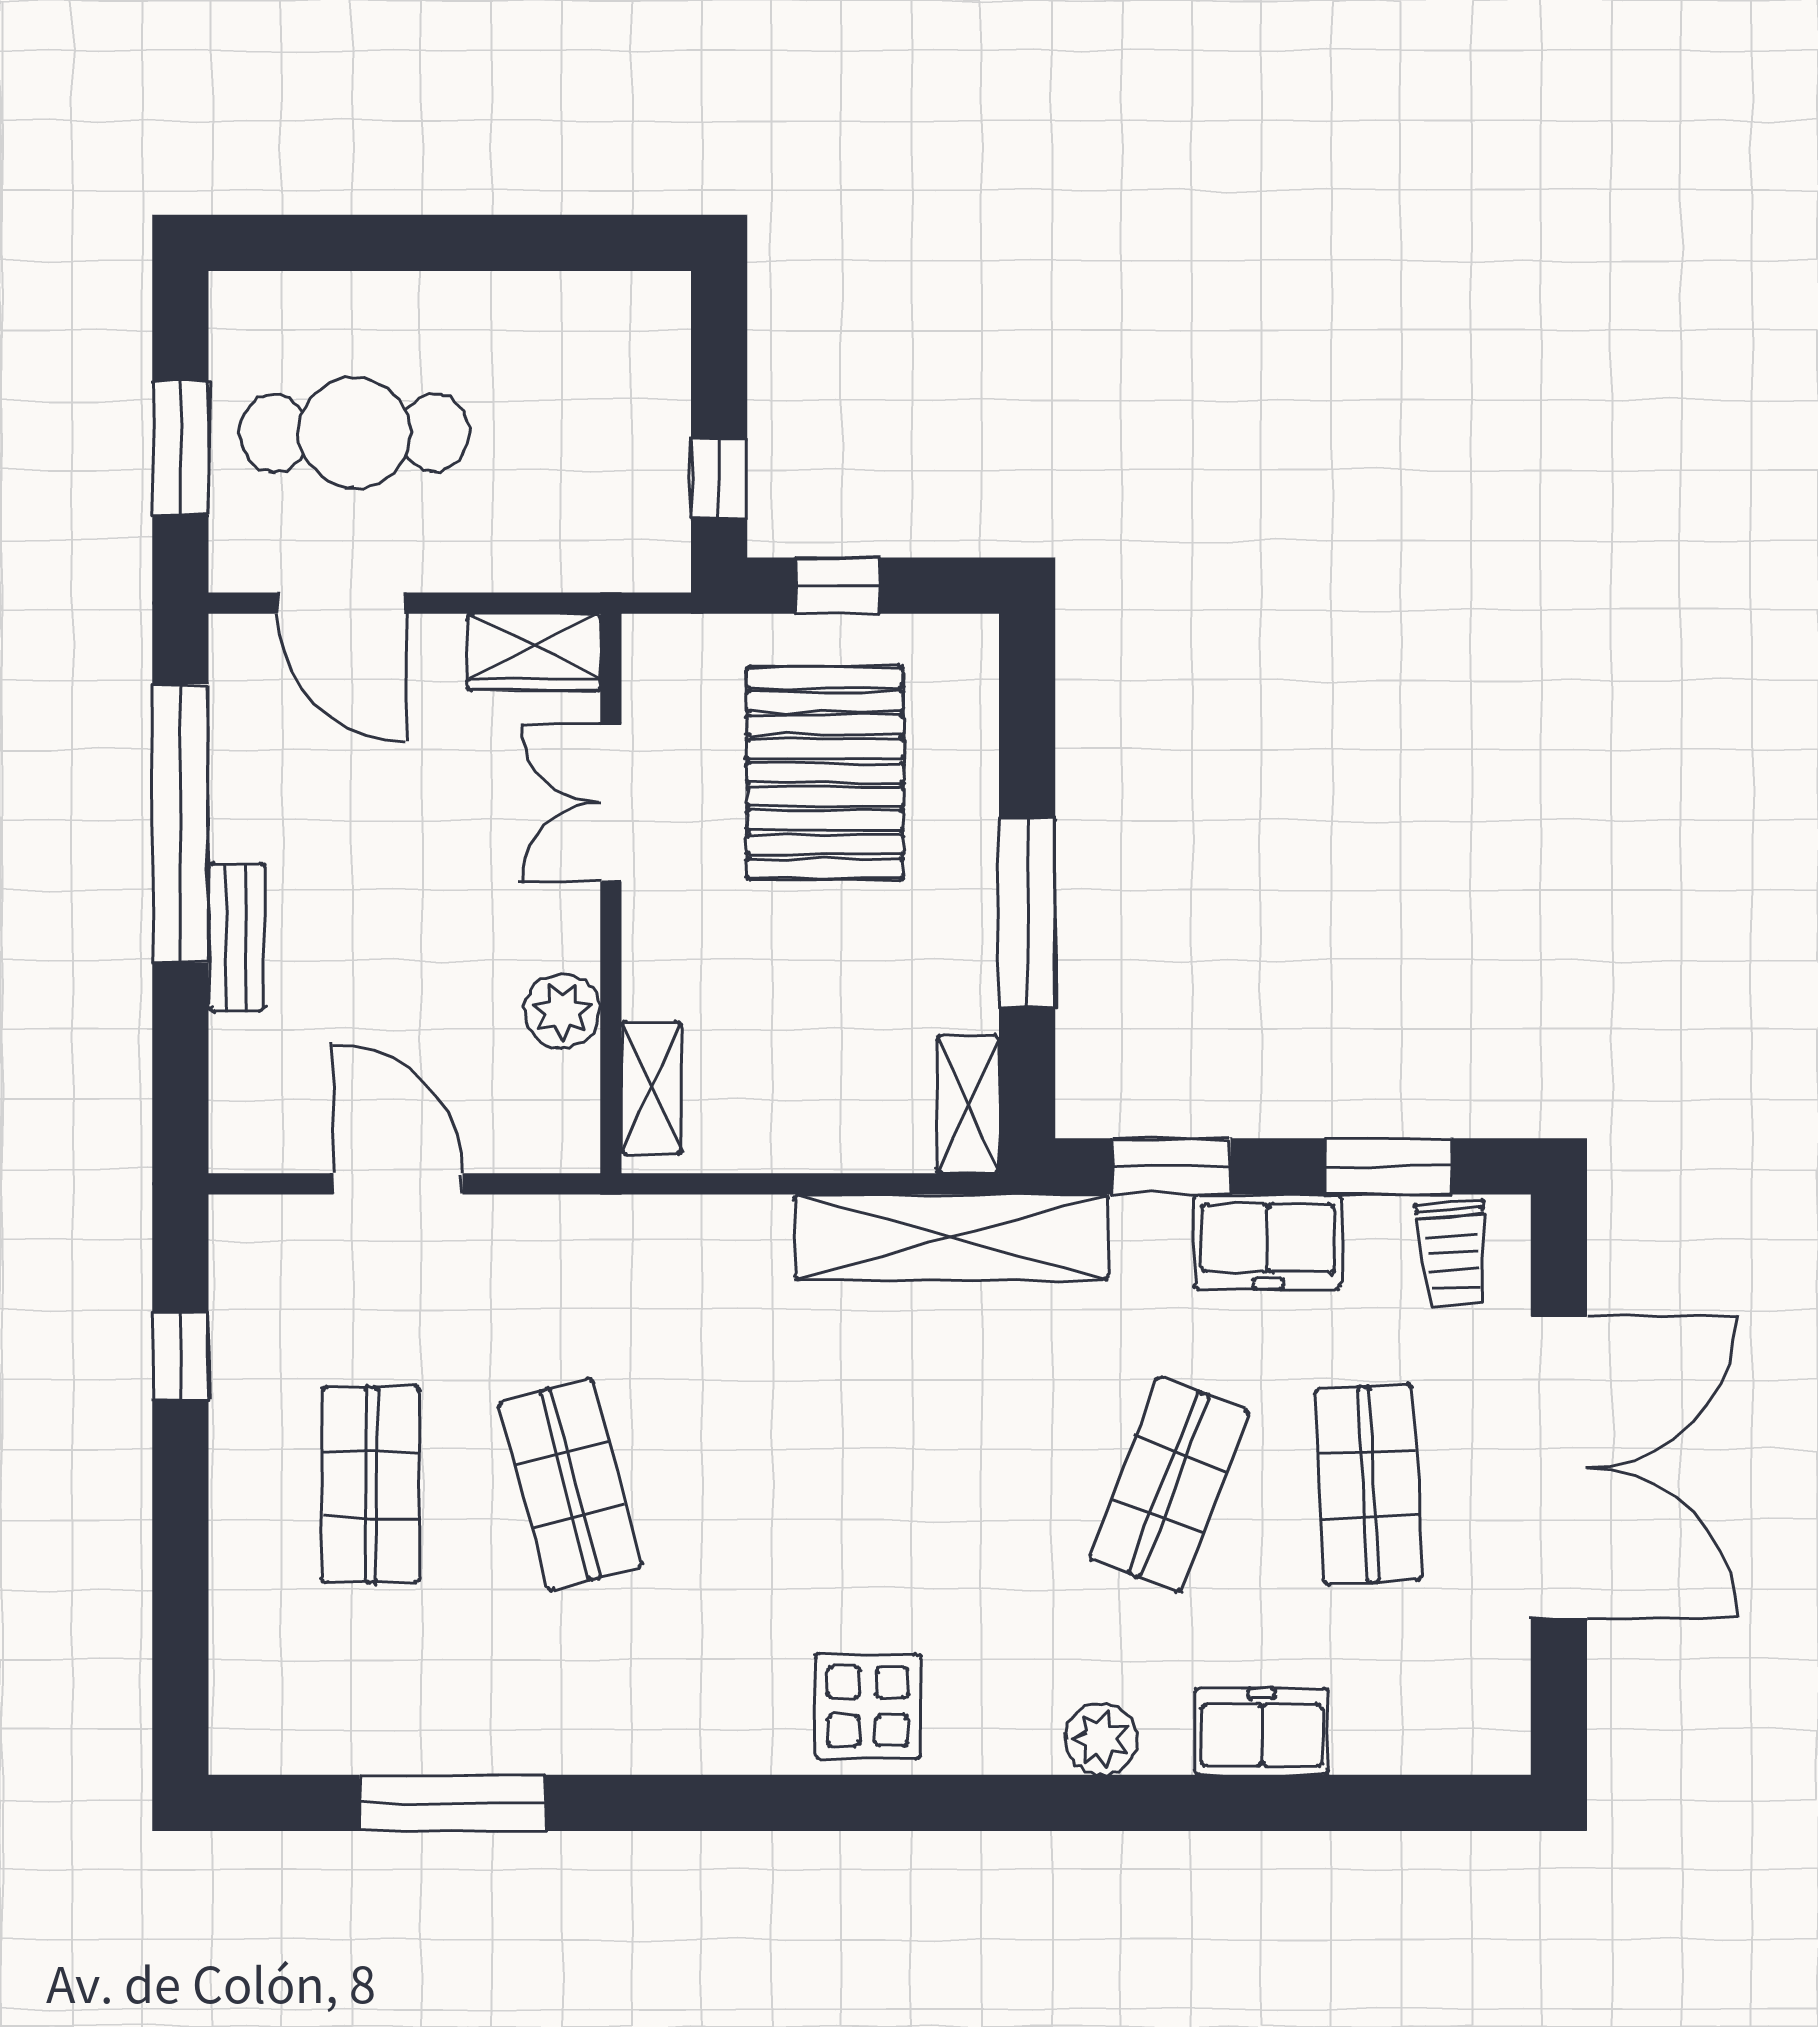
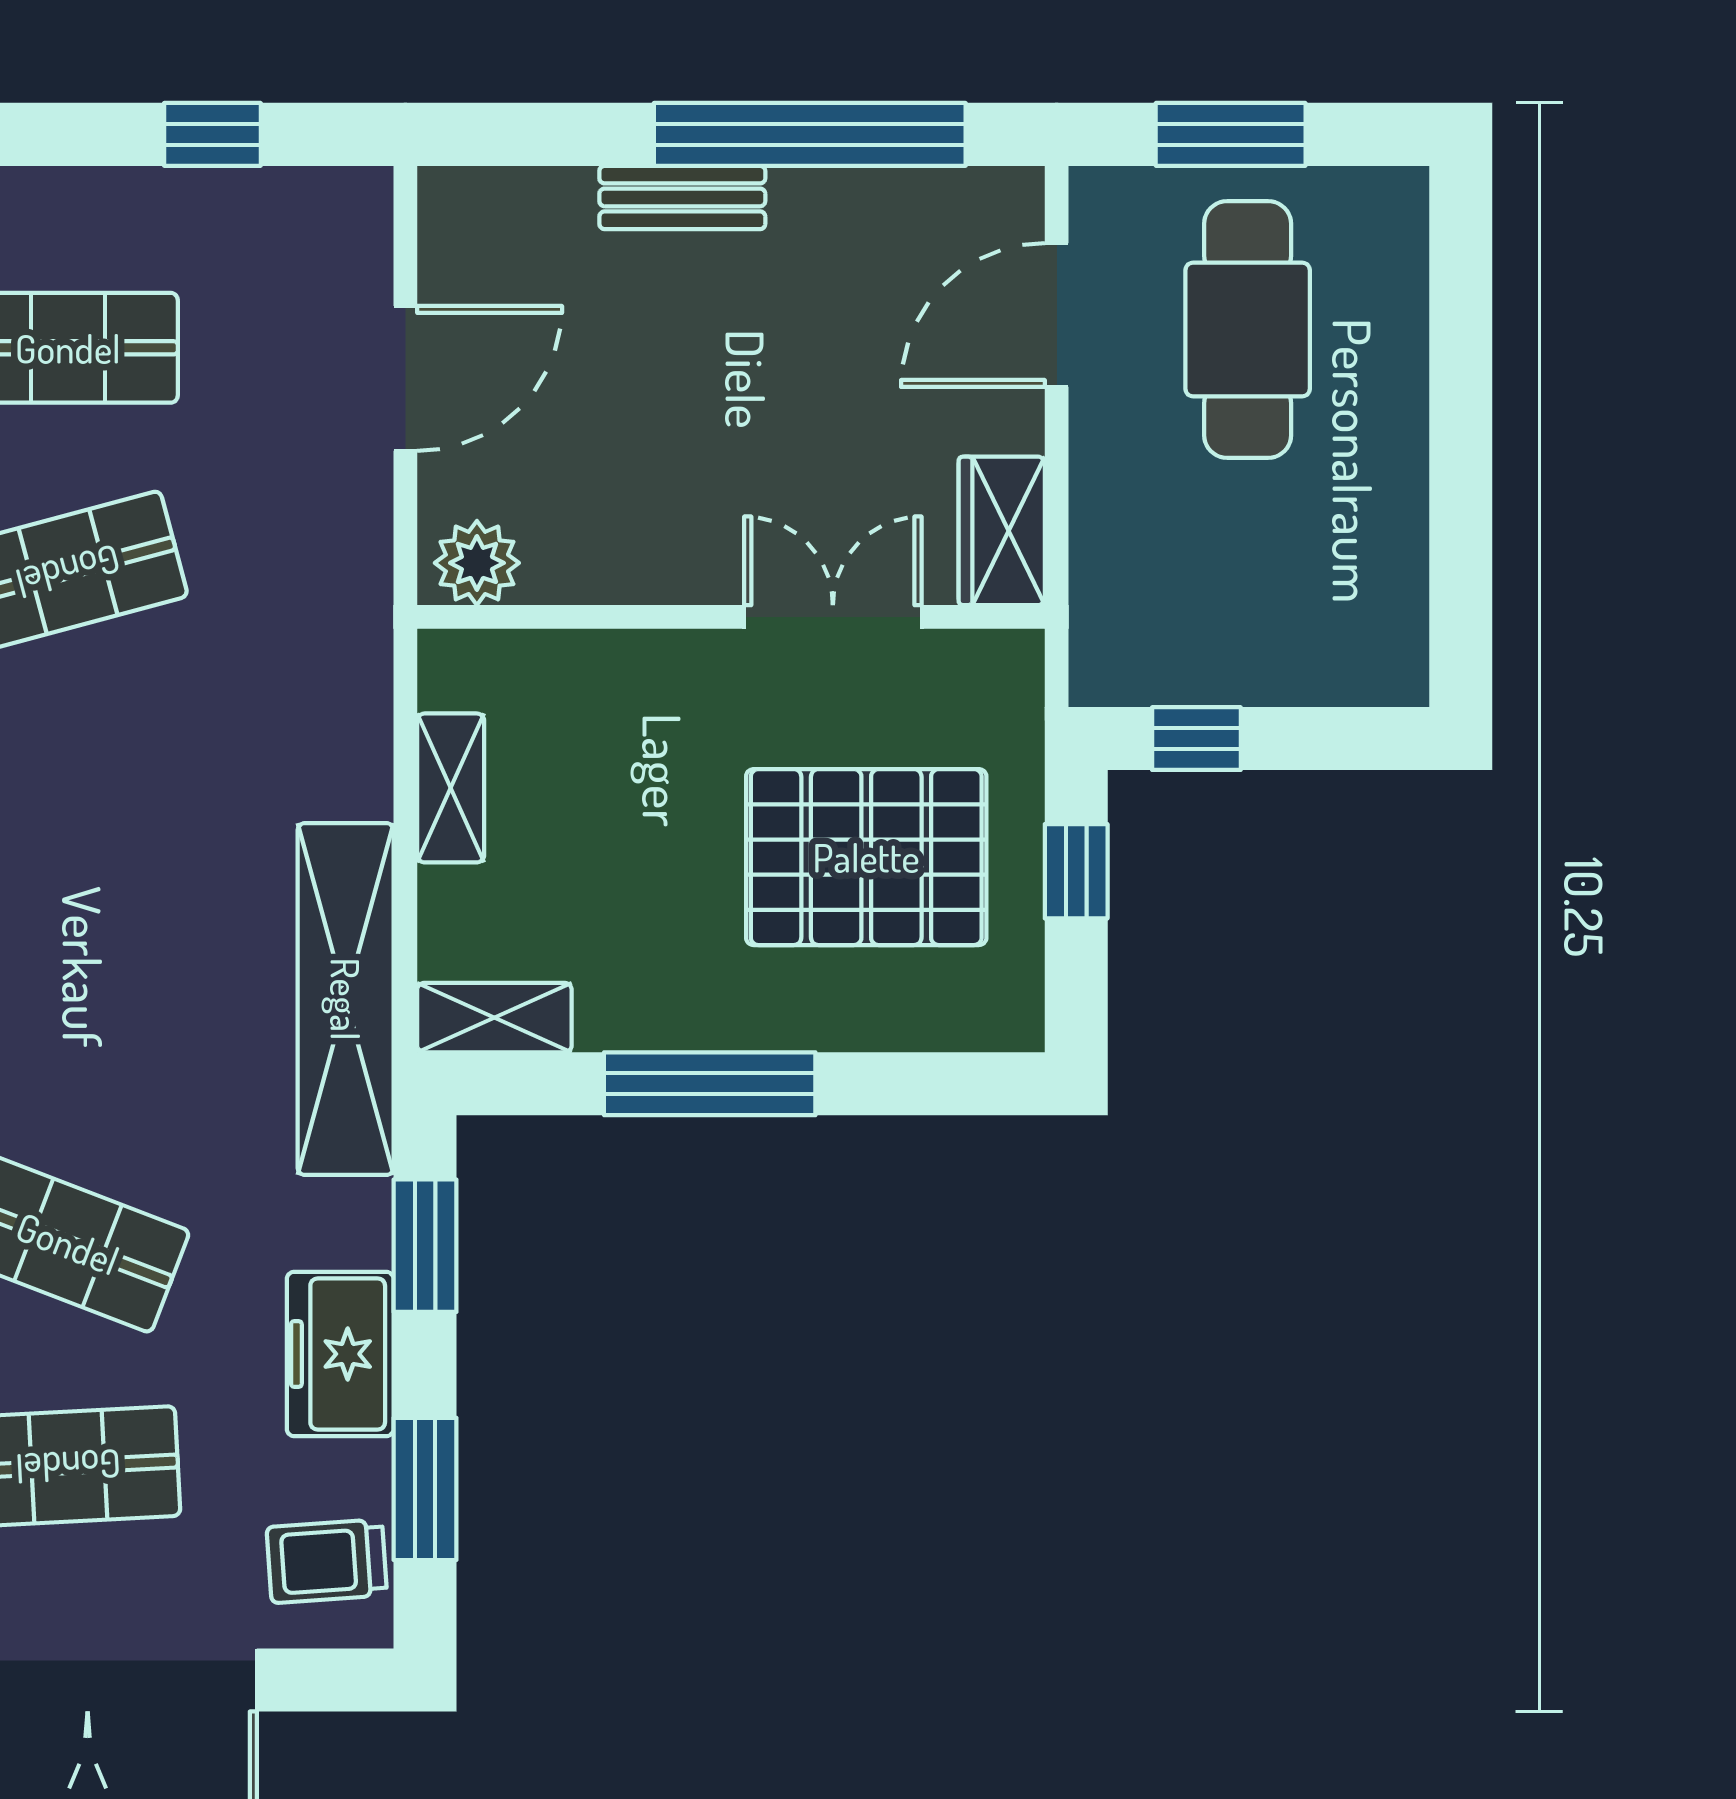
plant: (563, 1011) -> (477, 563), moved
shelving: (651, 1088) -> (451, 788), moved, turned 90

